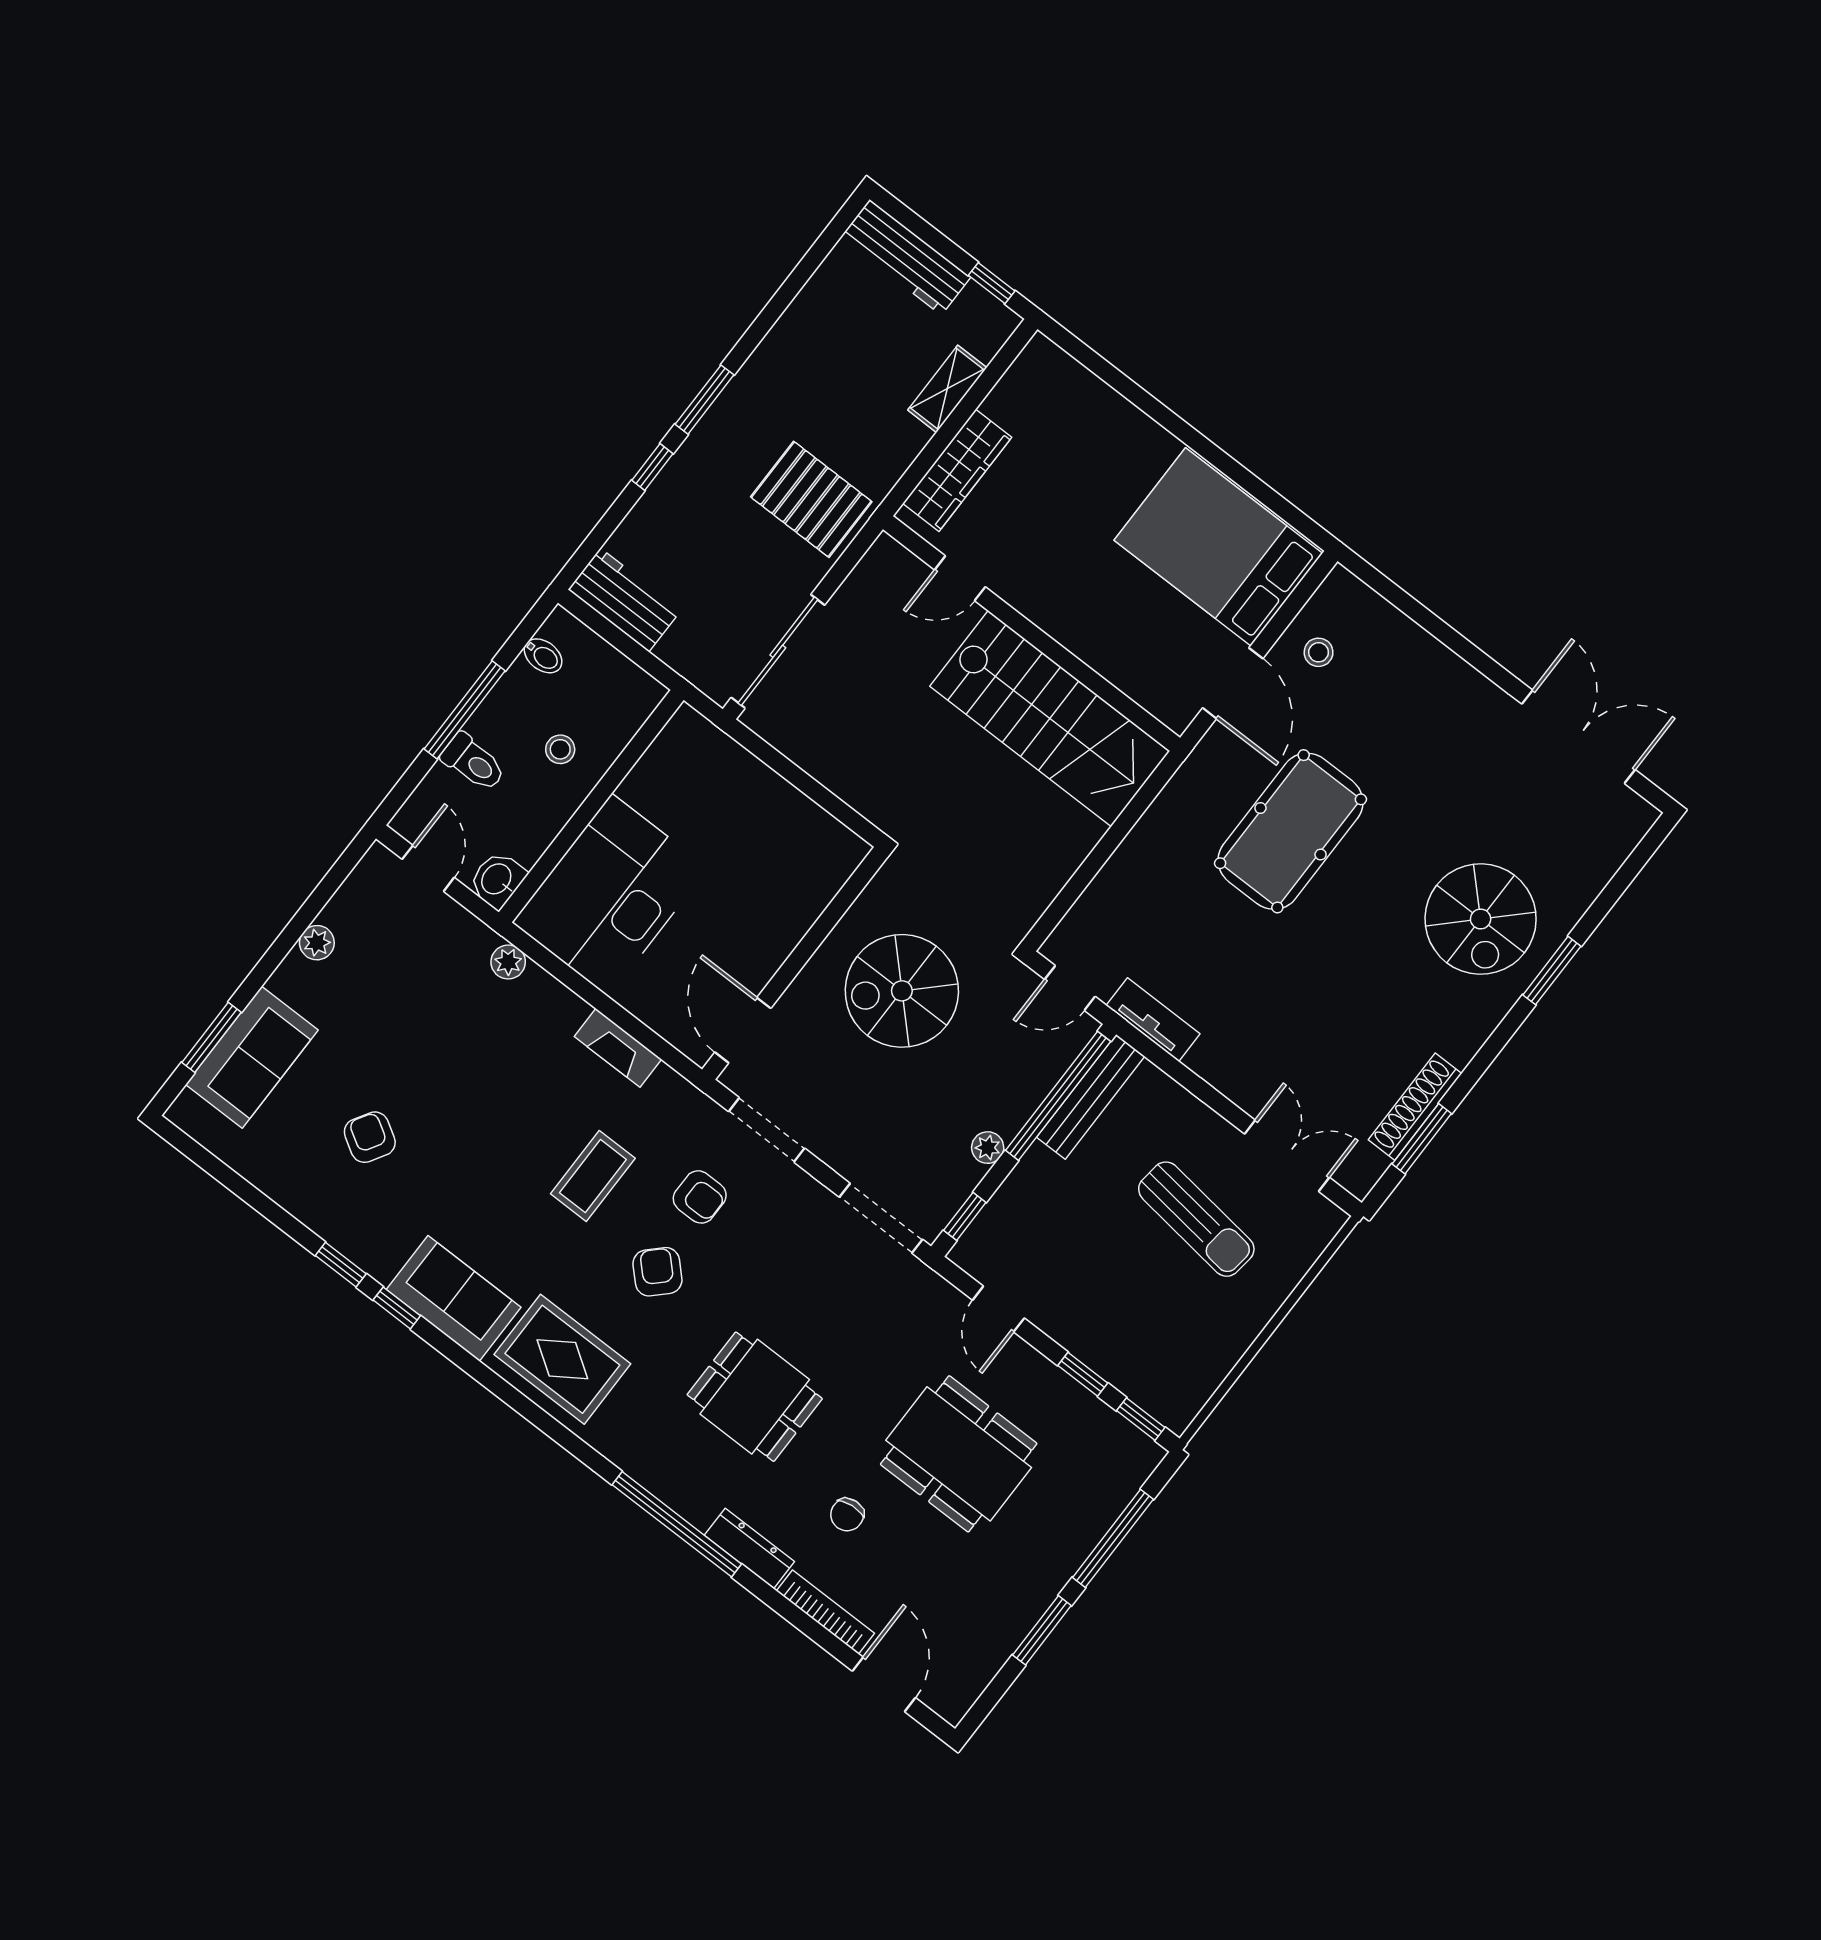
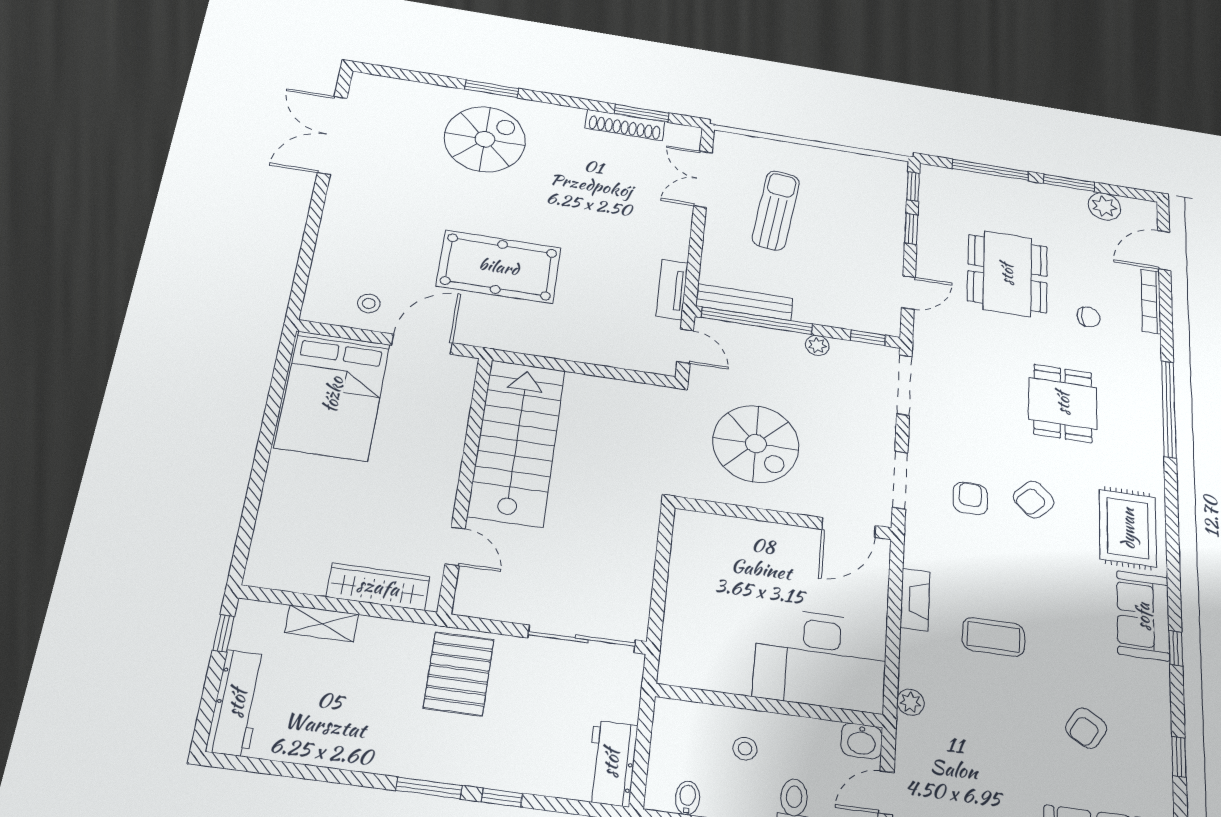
coffee table: (593, 1176) -> (994, 637), moved
window: (341, 1265) -> (1179, 757), moved
dresser: (749, 1548) -> (1150, 361), removed
plant: (985, 1652) -> (1104, 207), added

